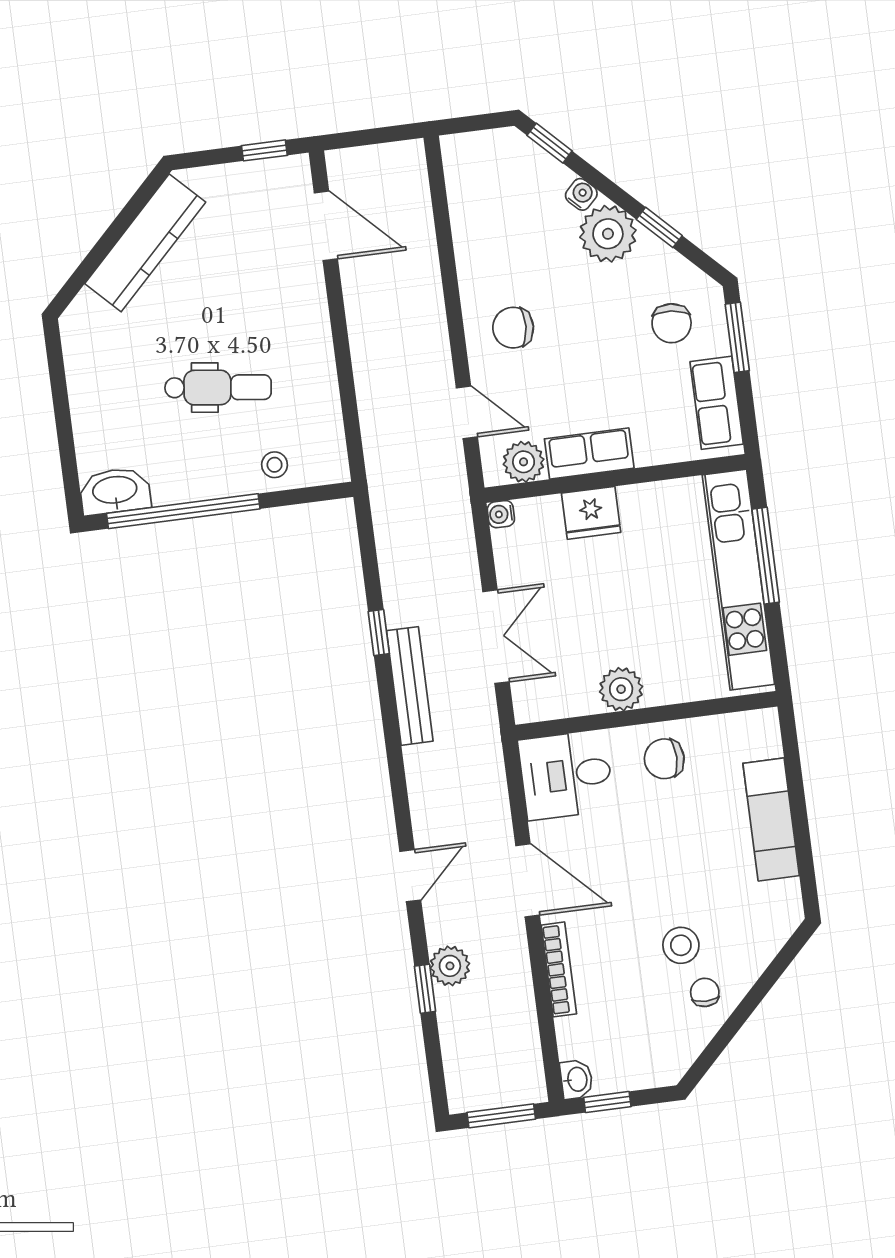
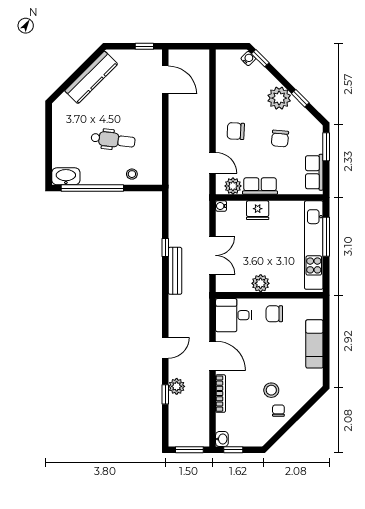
water cooler: (581, 194) -> (248, 58), moved
chair: (672, 323) -> (280, 139), moved

